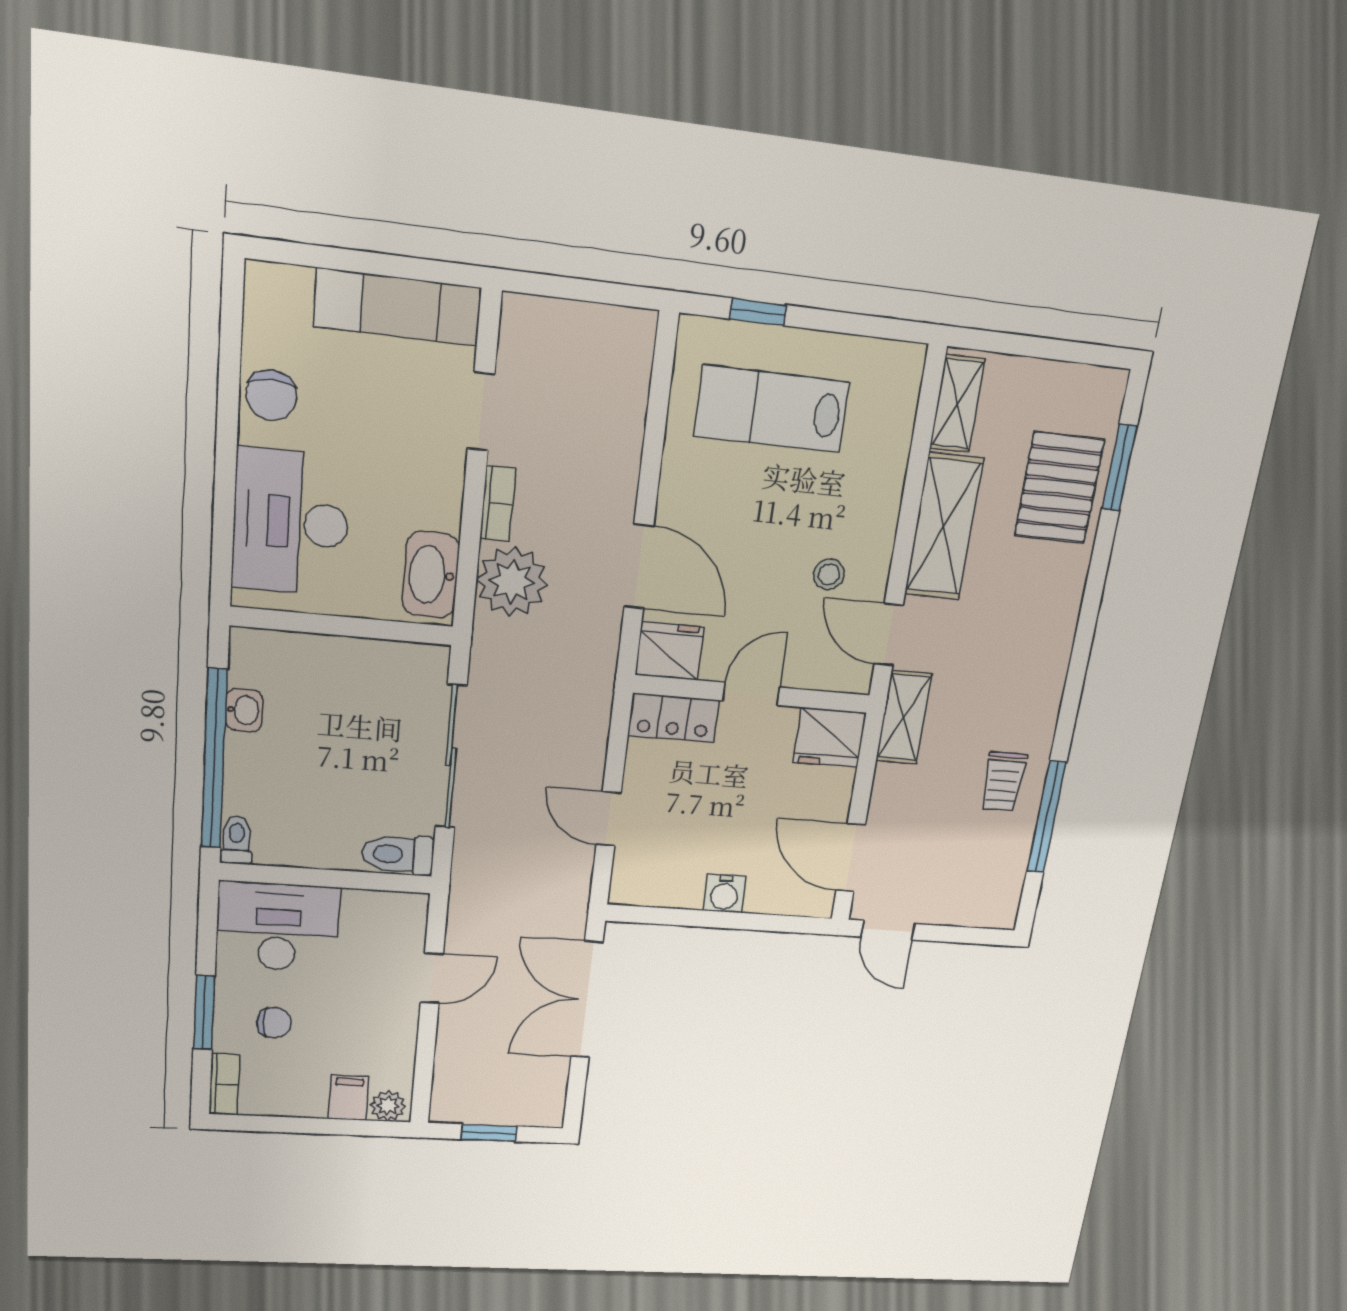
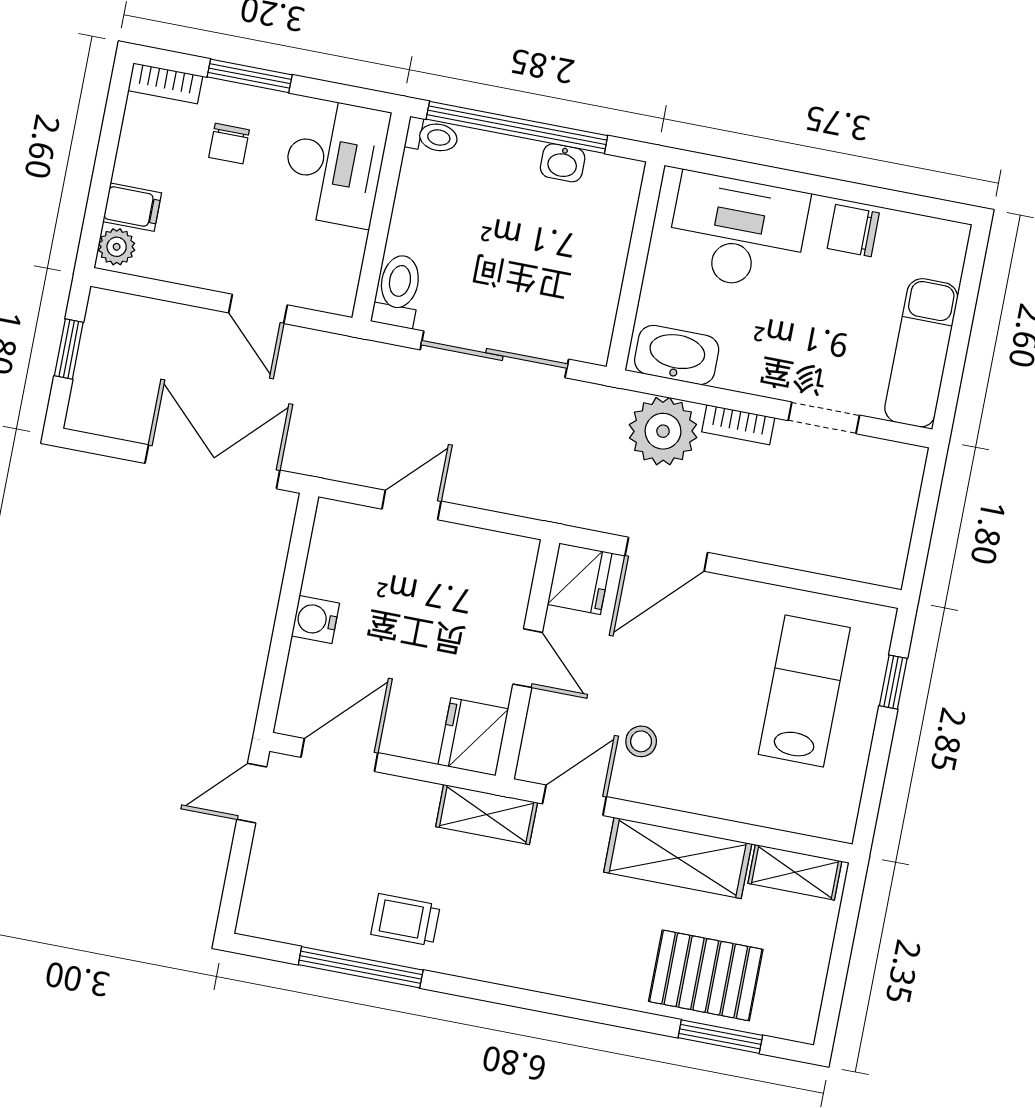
locker: (674, 718) -> (511, 578), removed

